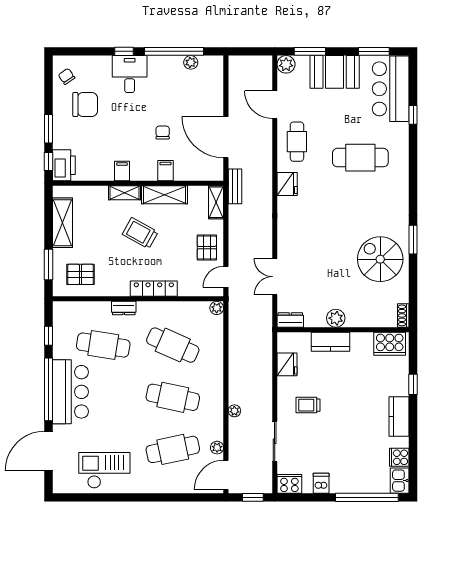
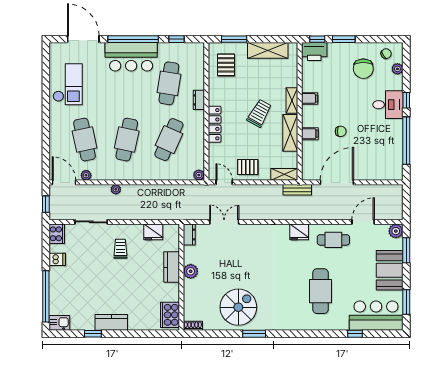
plant: (191, 62) -> (397, 69), moved
window: (413, 384) -> (93, 334), moved
cooker: (399, 457) -> (78, 323), removed

